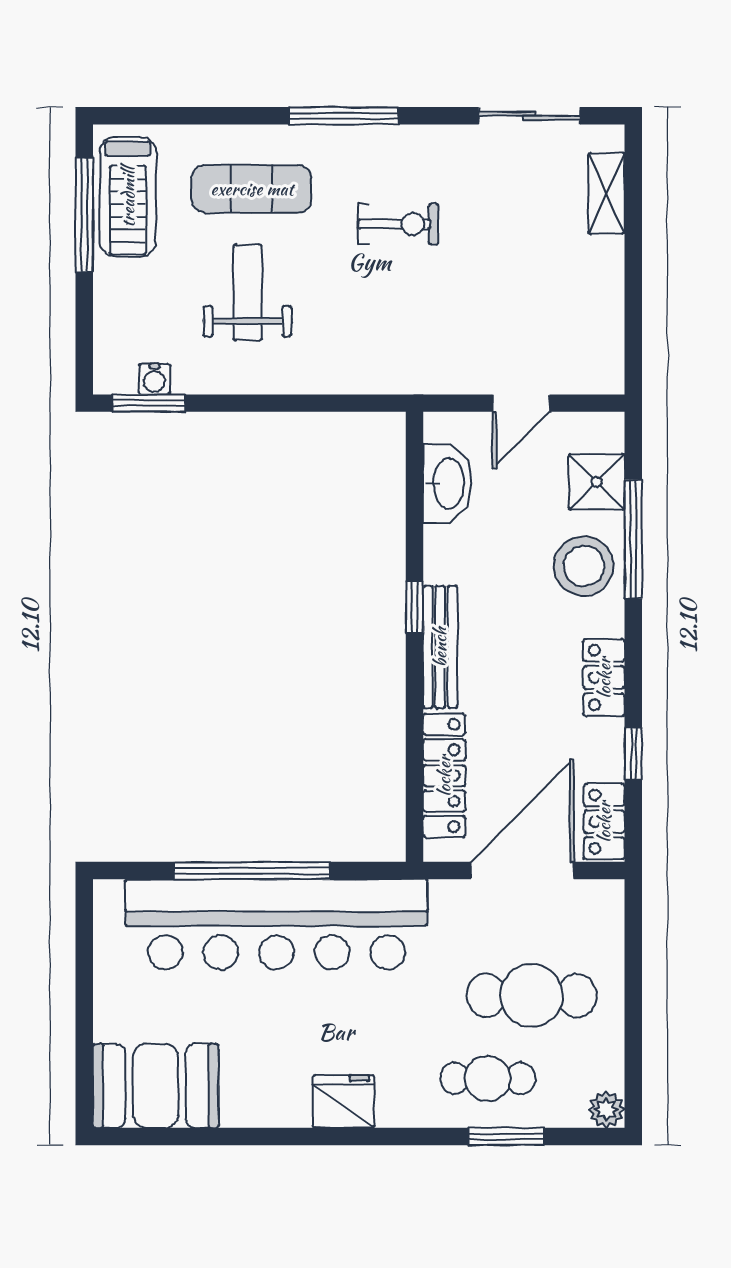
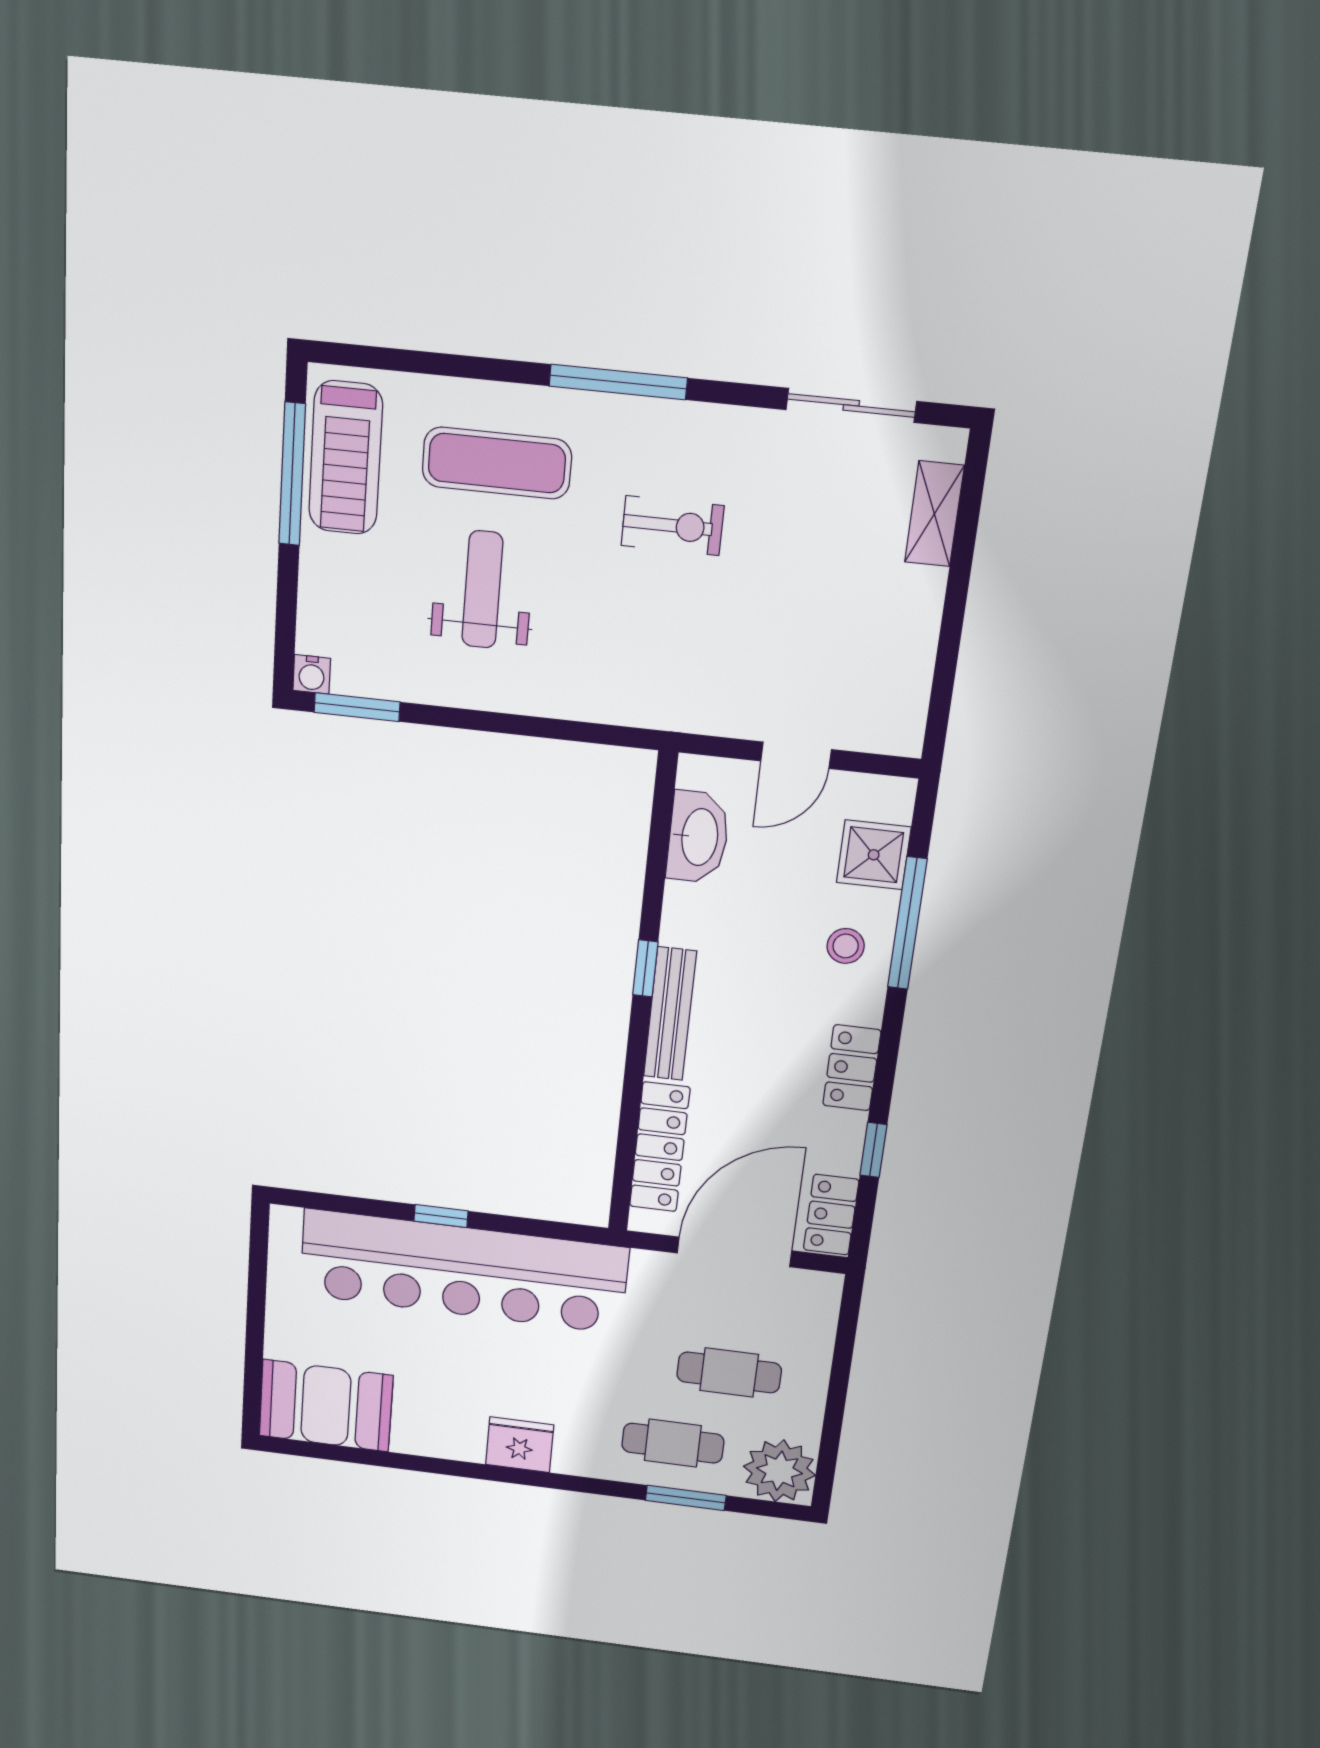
water cooler: (155, 379) -> (312, 674), moved
stool: (584, 566) -> (846, 946), width x0.53, depth x0.53
window: (252, 871) -> (441, 1216), width x0.32
cafe table: (532, 995) -> (729, 1372), width x0.73, depth x0.74
plant: (606, 1110) -> (779, 1471), width x1.88, depth x1.88

